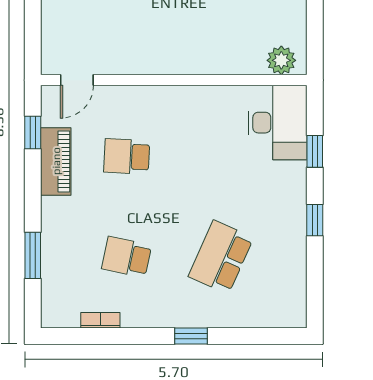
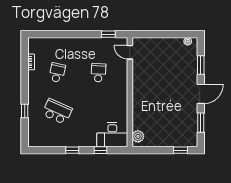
piano: (56, 161) -> (96, 44), removed
window: (33, 255) -> (58, 34), removed
window: (191, 336) -> (25, 111), moved

